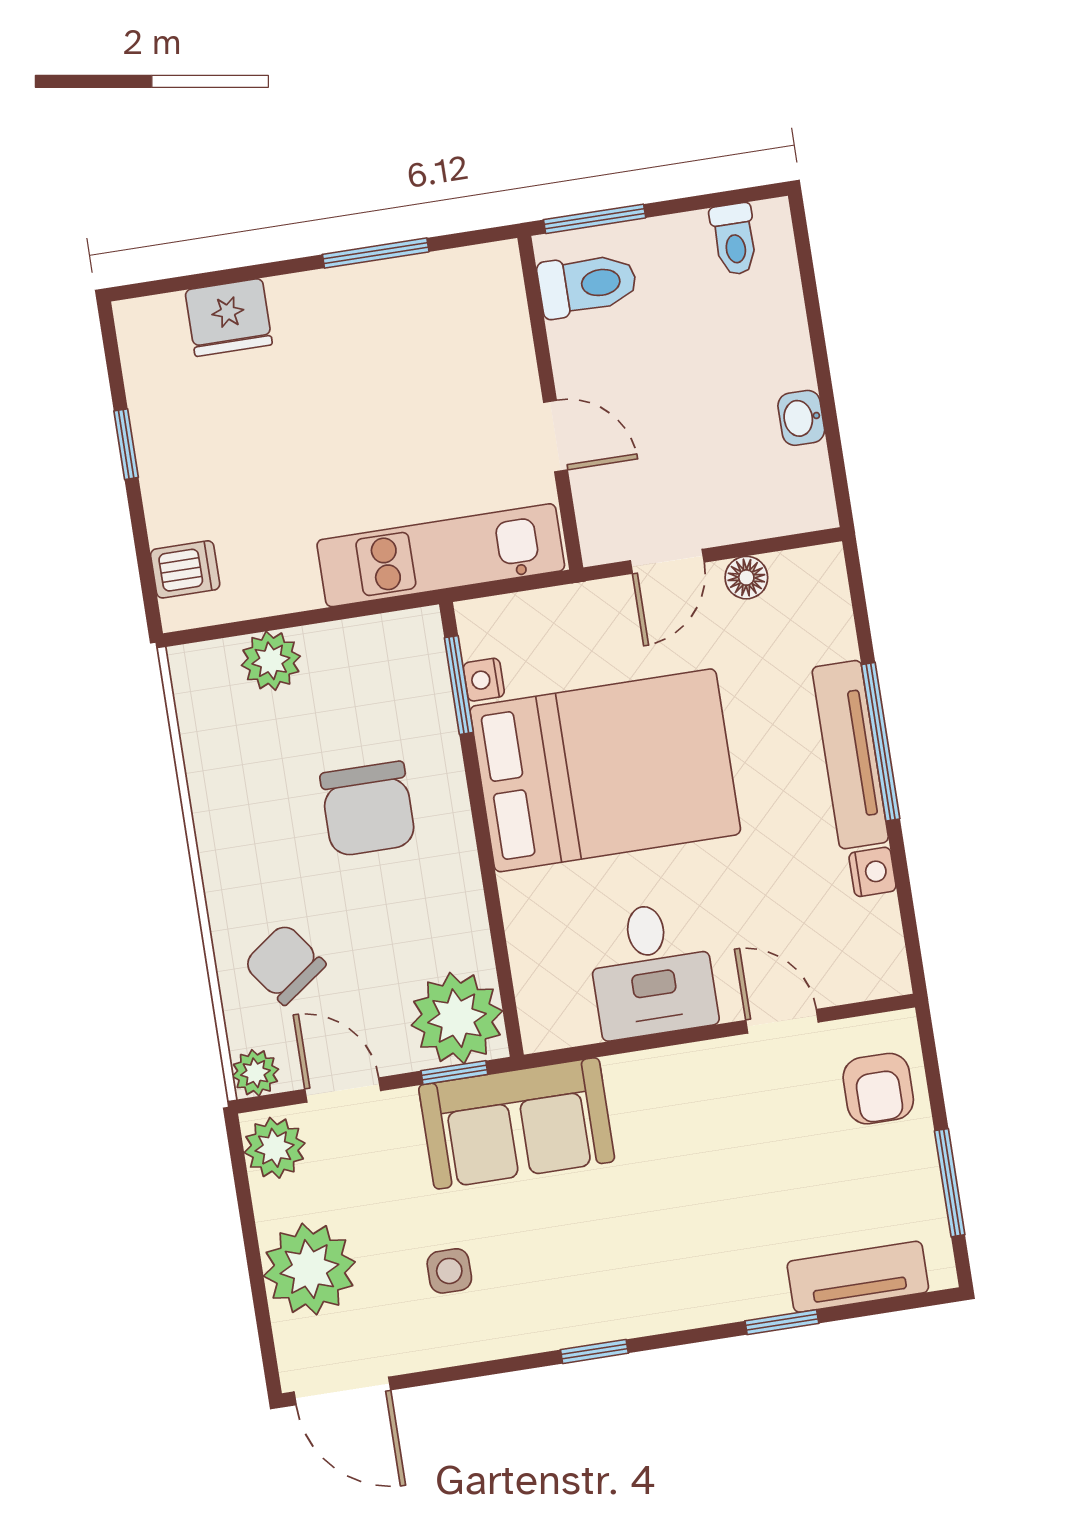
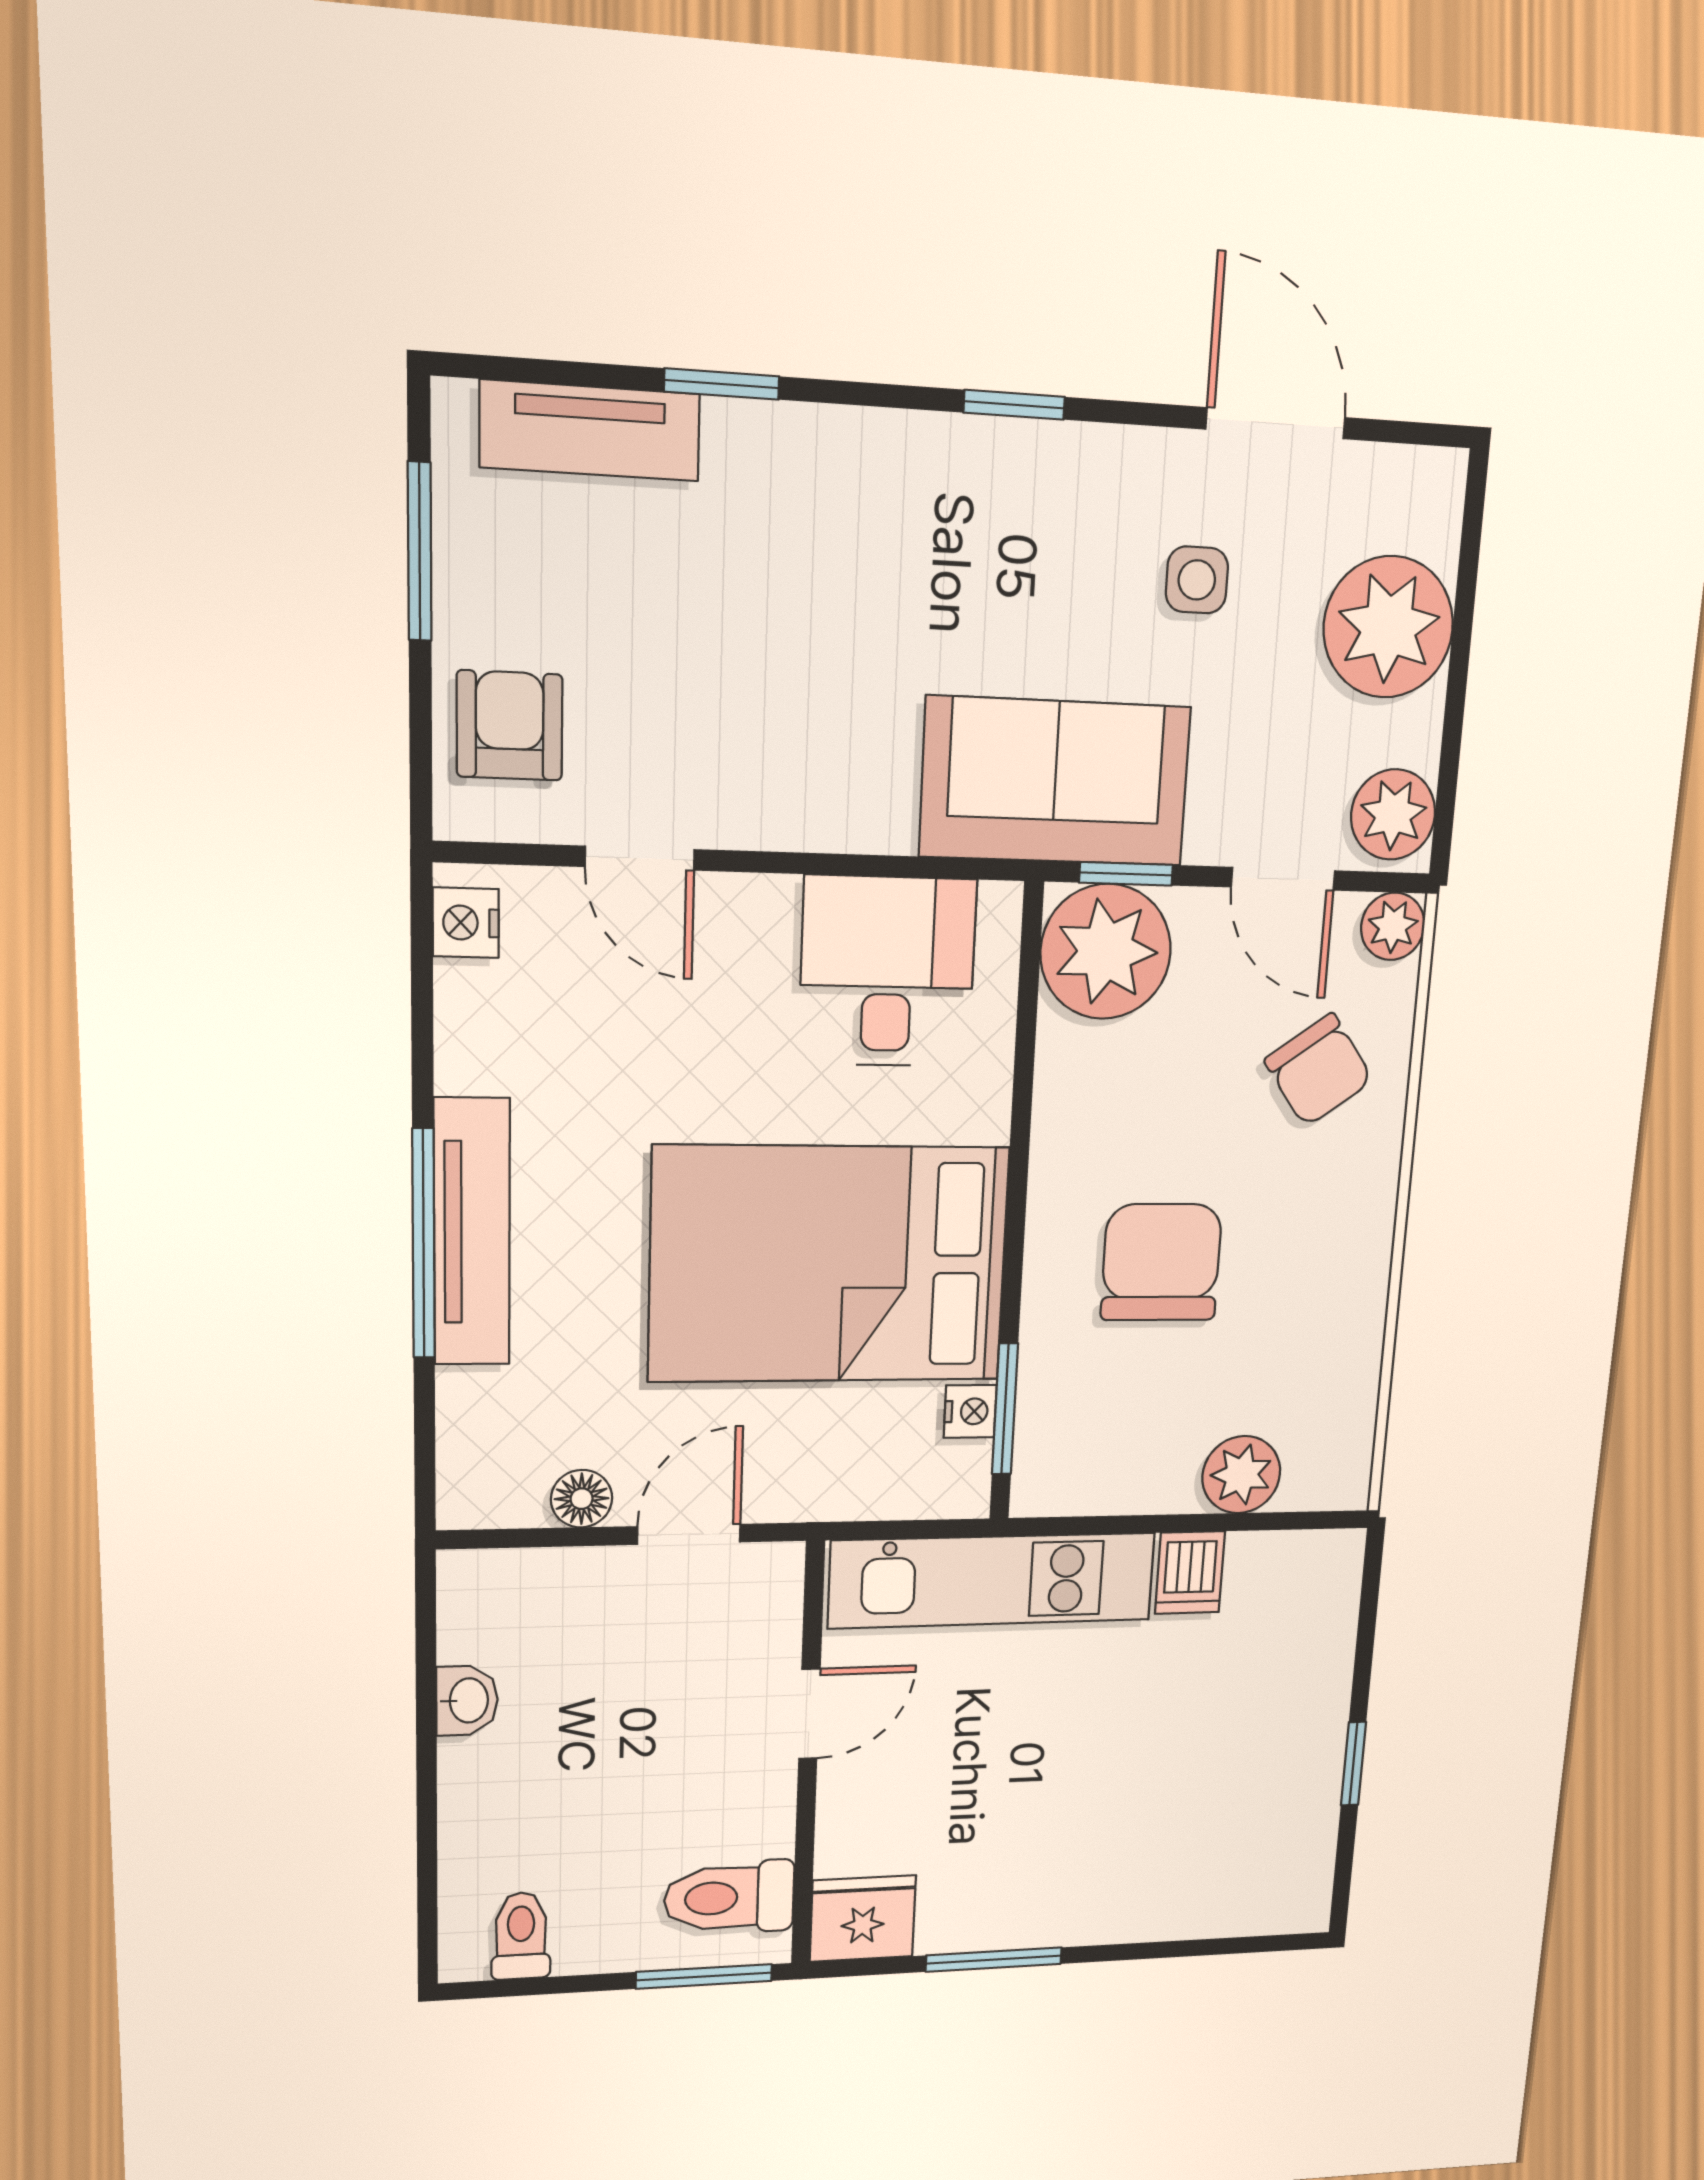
fridge: (229, 317) -> (863, 1919), moved
door: (555, 436) -> (809, 1714), swing flipped
dishwasher: (185, 569) -> (1190, 1573), moved, turned -90
nightstand: (872, 872) -> (466, 923), moved
desk: (652, 970) -> (887, 972), moved
door: (342, 1391) -> (1276, 423), moved

